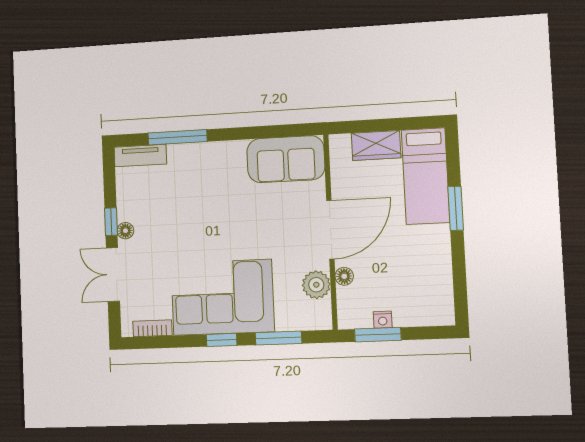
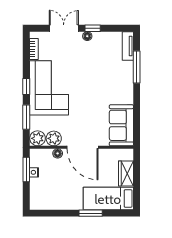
plant: (317, 315) -> (38, 138), added

